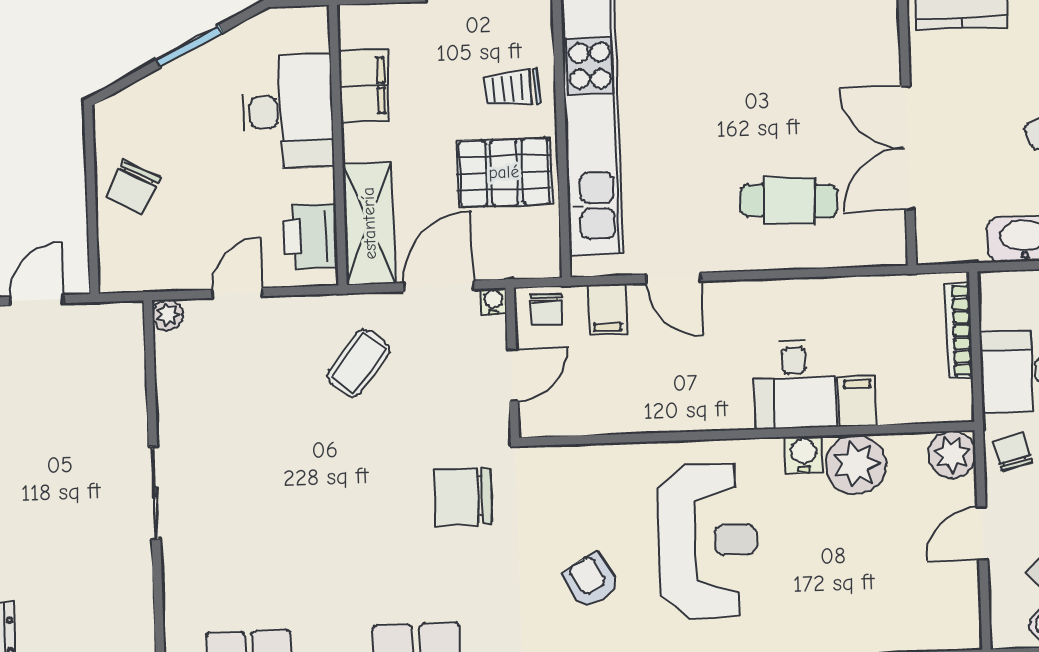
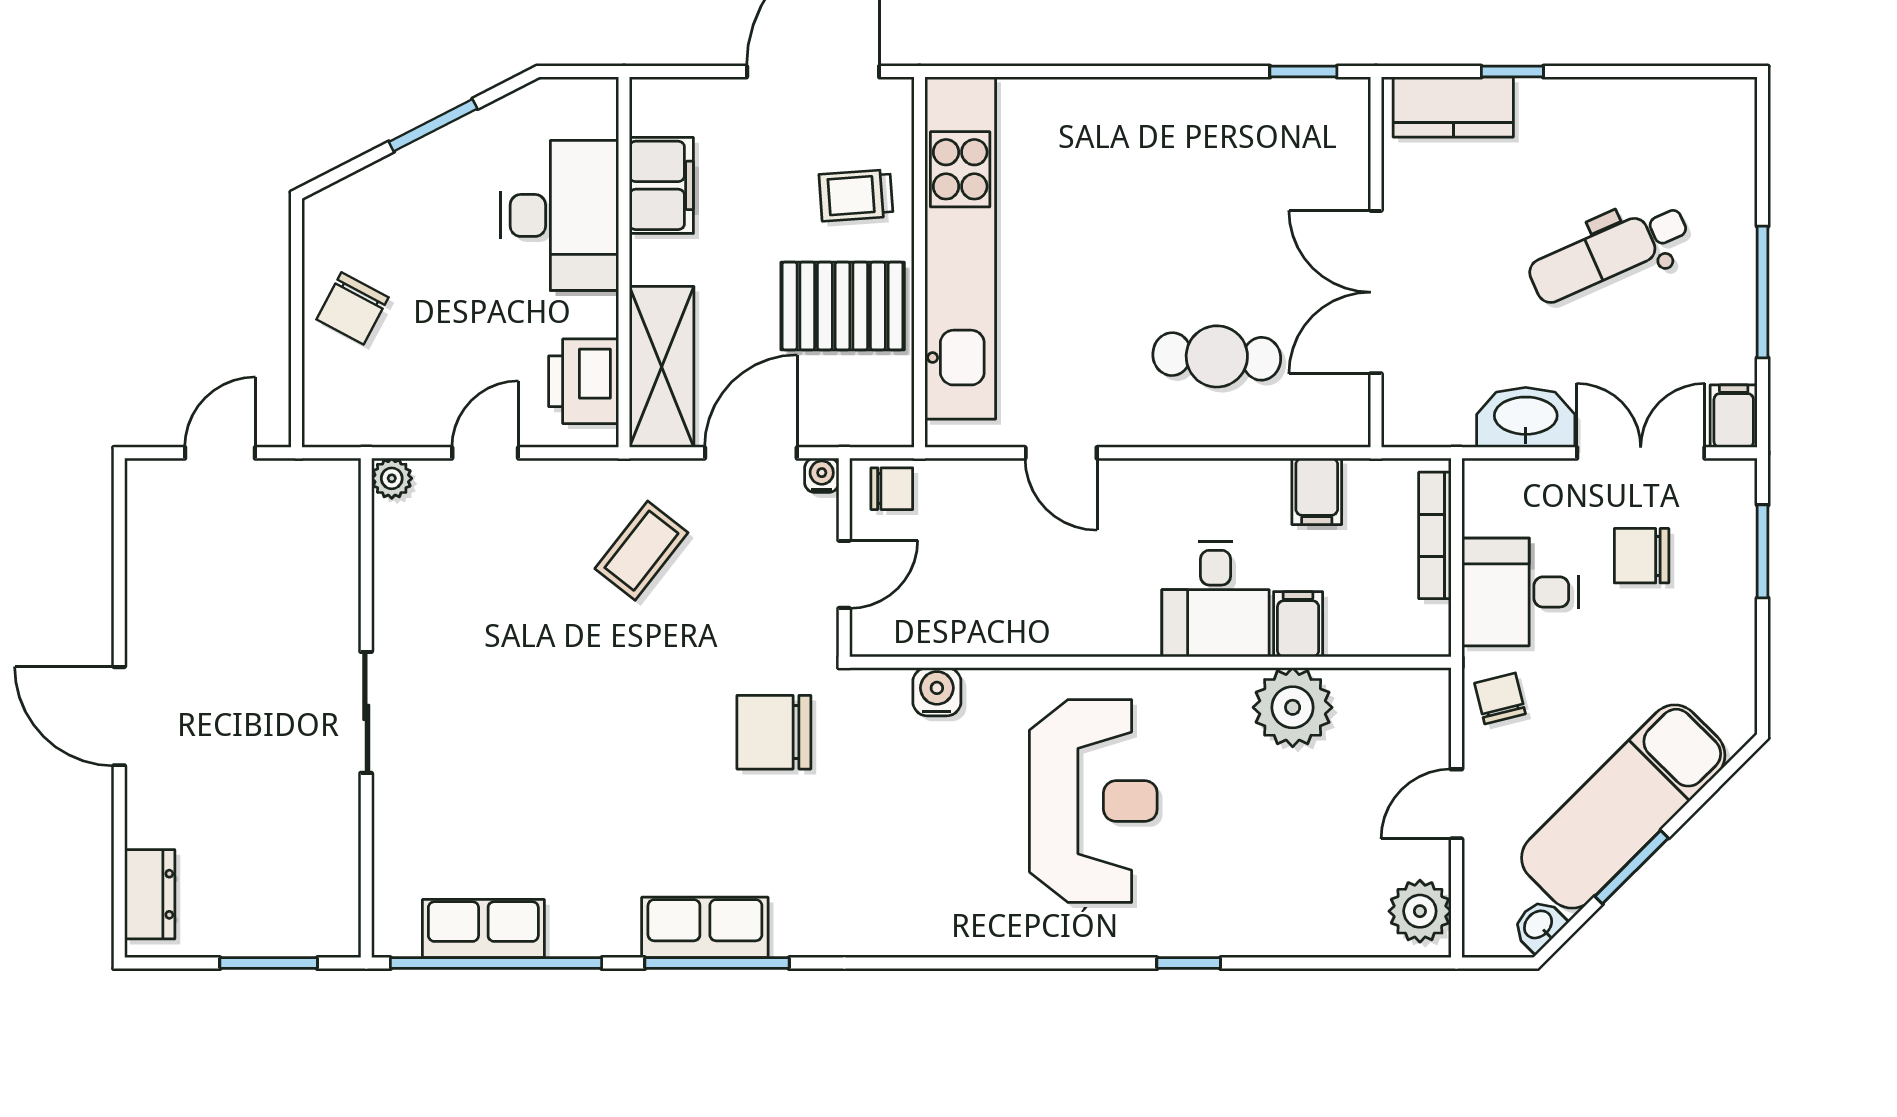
chair: (546, 309) -> (892, 489), turned -90
filing cabinet: (607, 309) -> (1317, 491), moved
water cooler: (804, 454) -> (937, 692), moved
plant: (952, 455) -> (1420, 911), moved
armchair: (591, 581) -> (938, 849), removed

